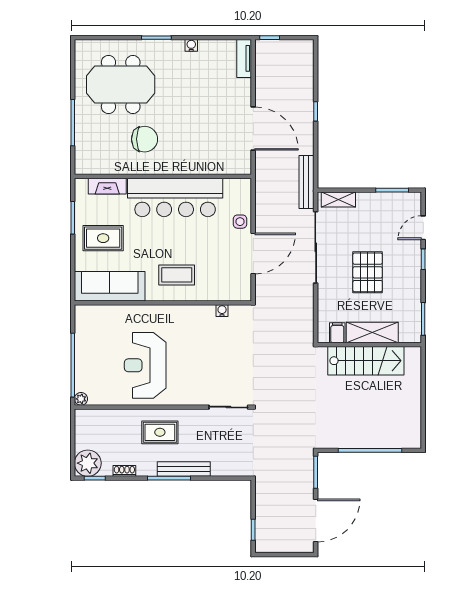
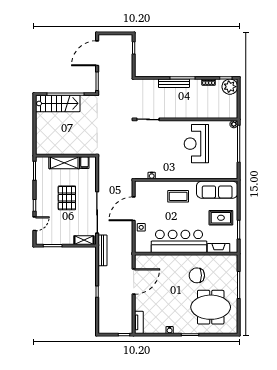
door: (253, 129) -> (134, 282), swing flipped
stairs: (366, 361) -> (58, 103), moved, turned 180
reception desk: (145, 365) -> (196, 144), turned 180
rug: (160, 432) -> (188, 105), removed

